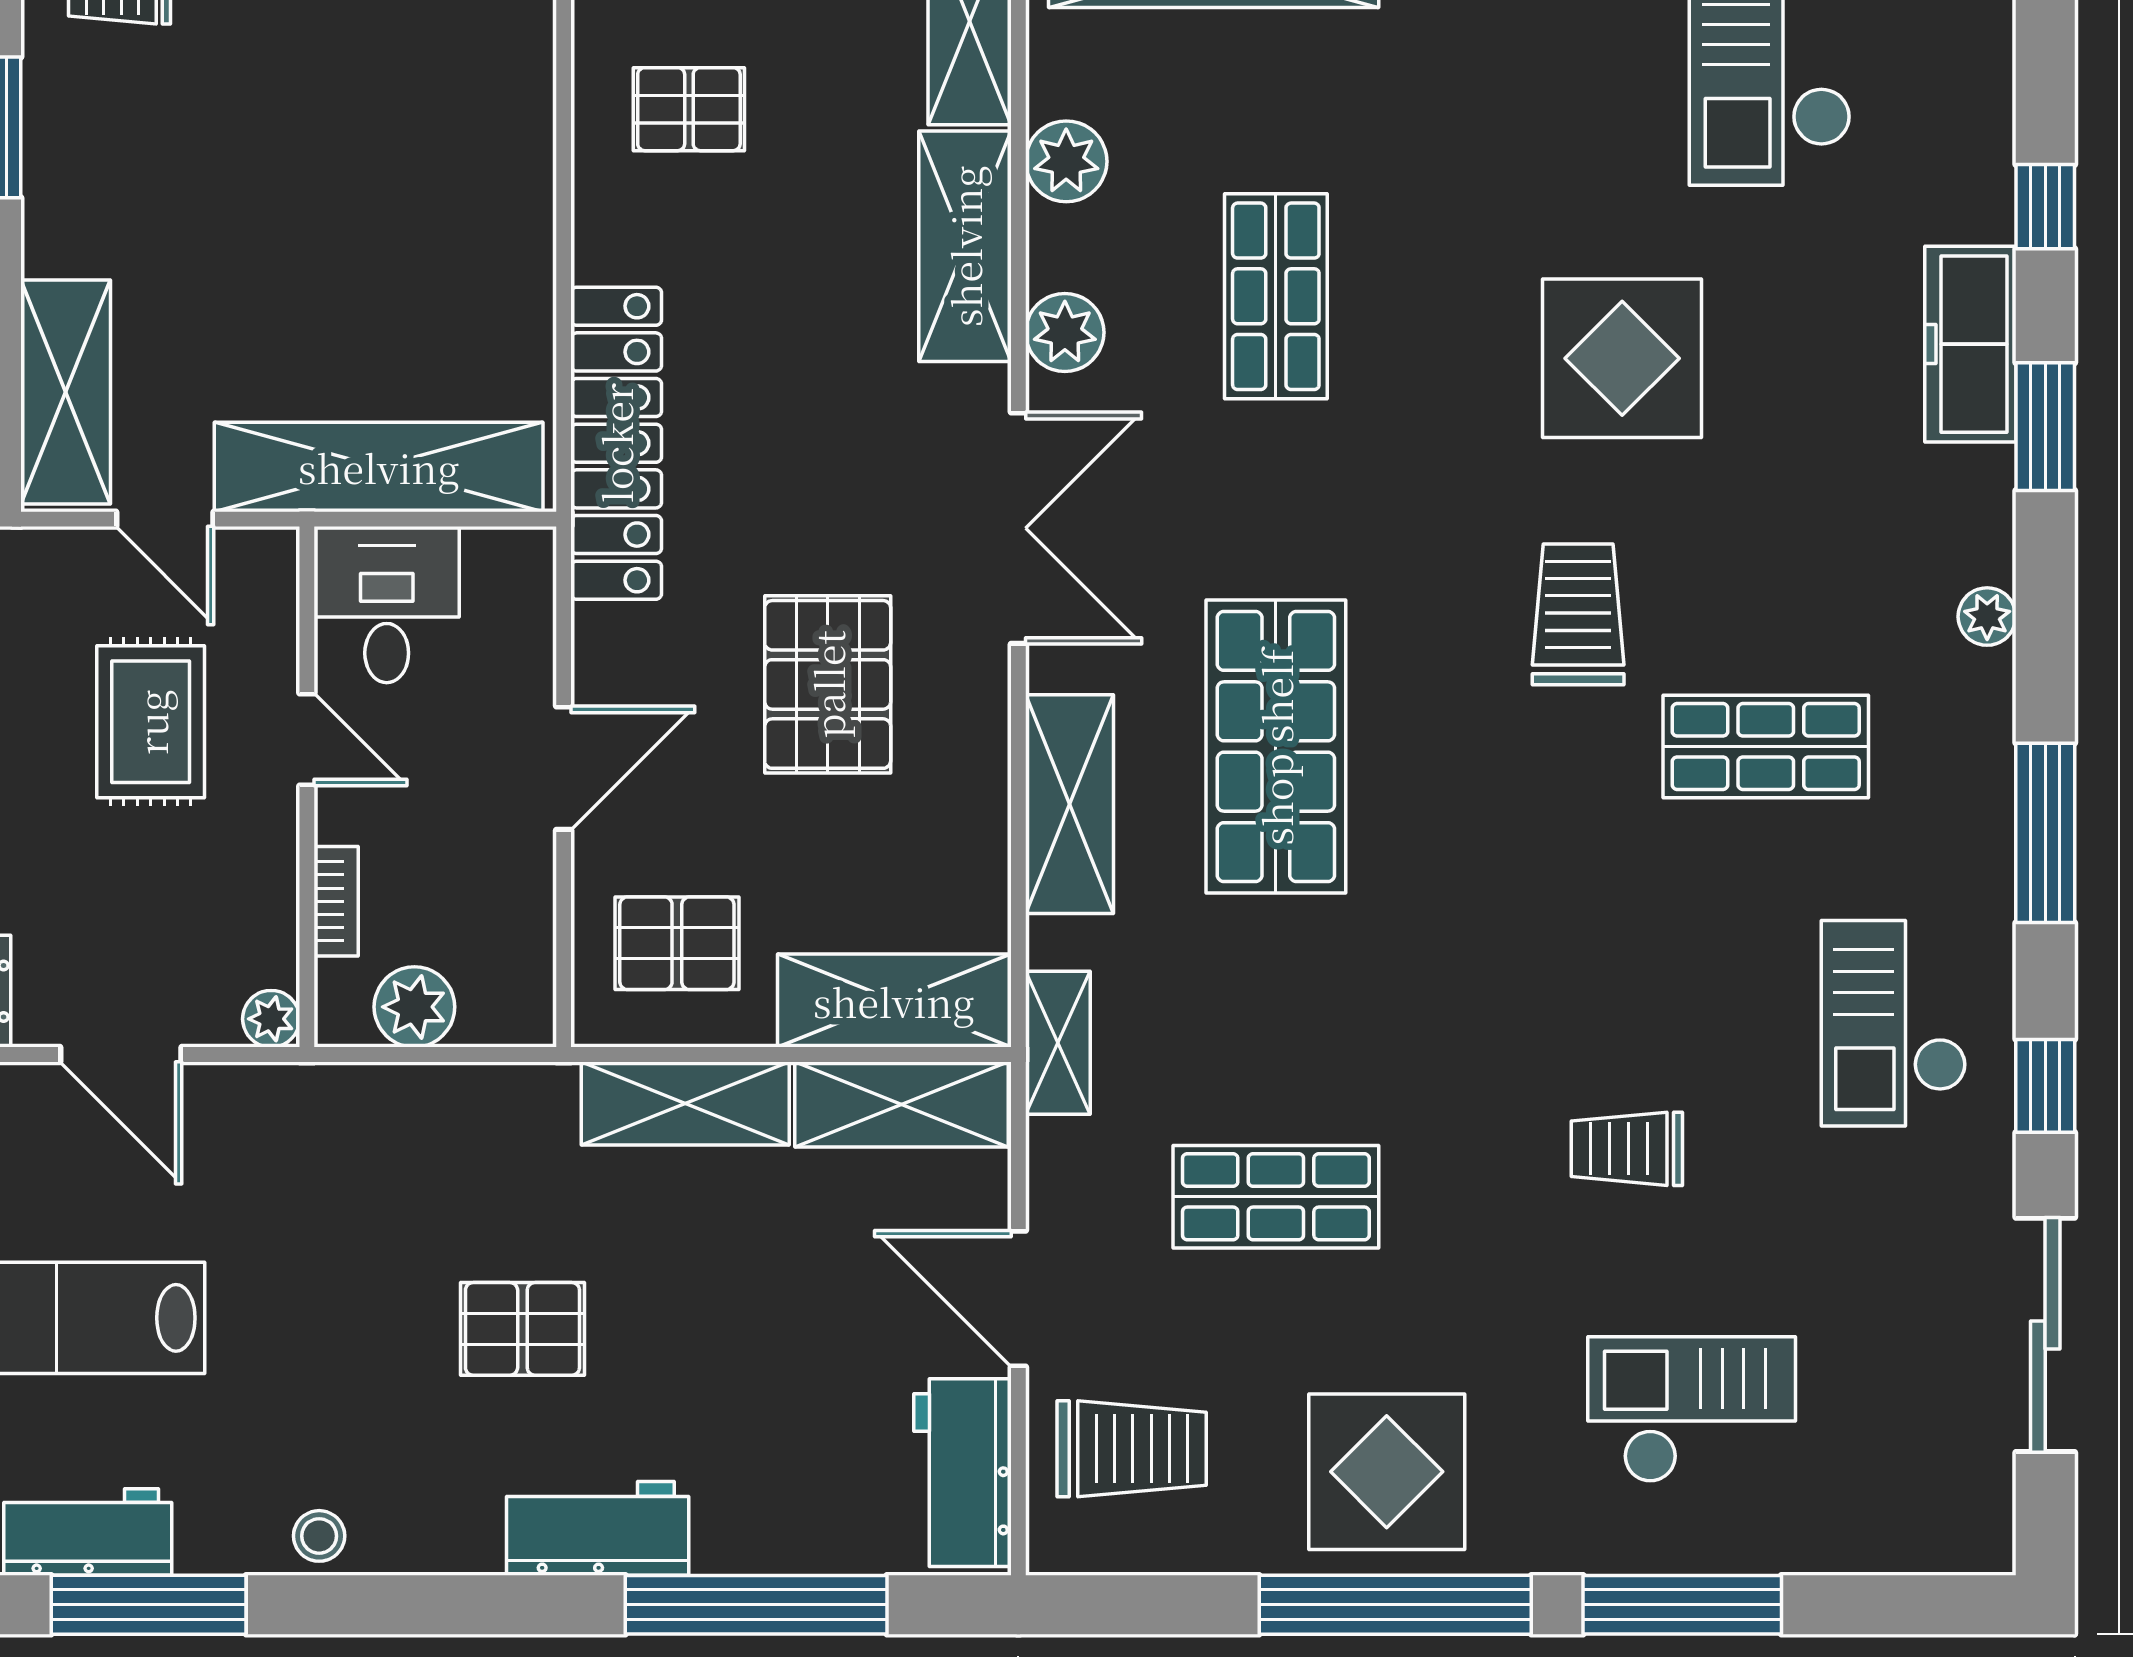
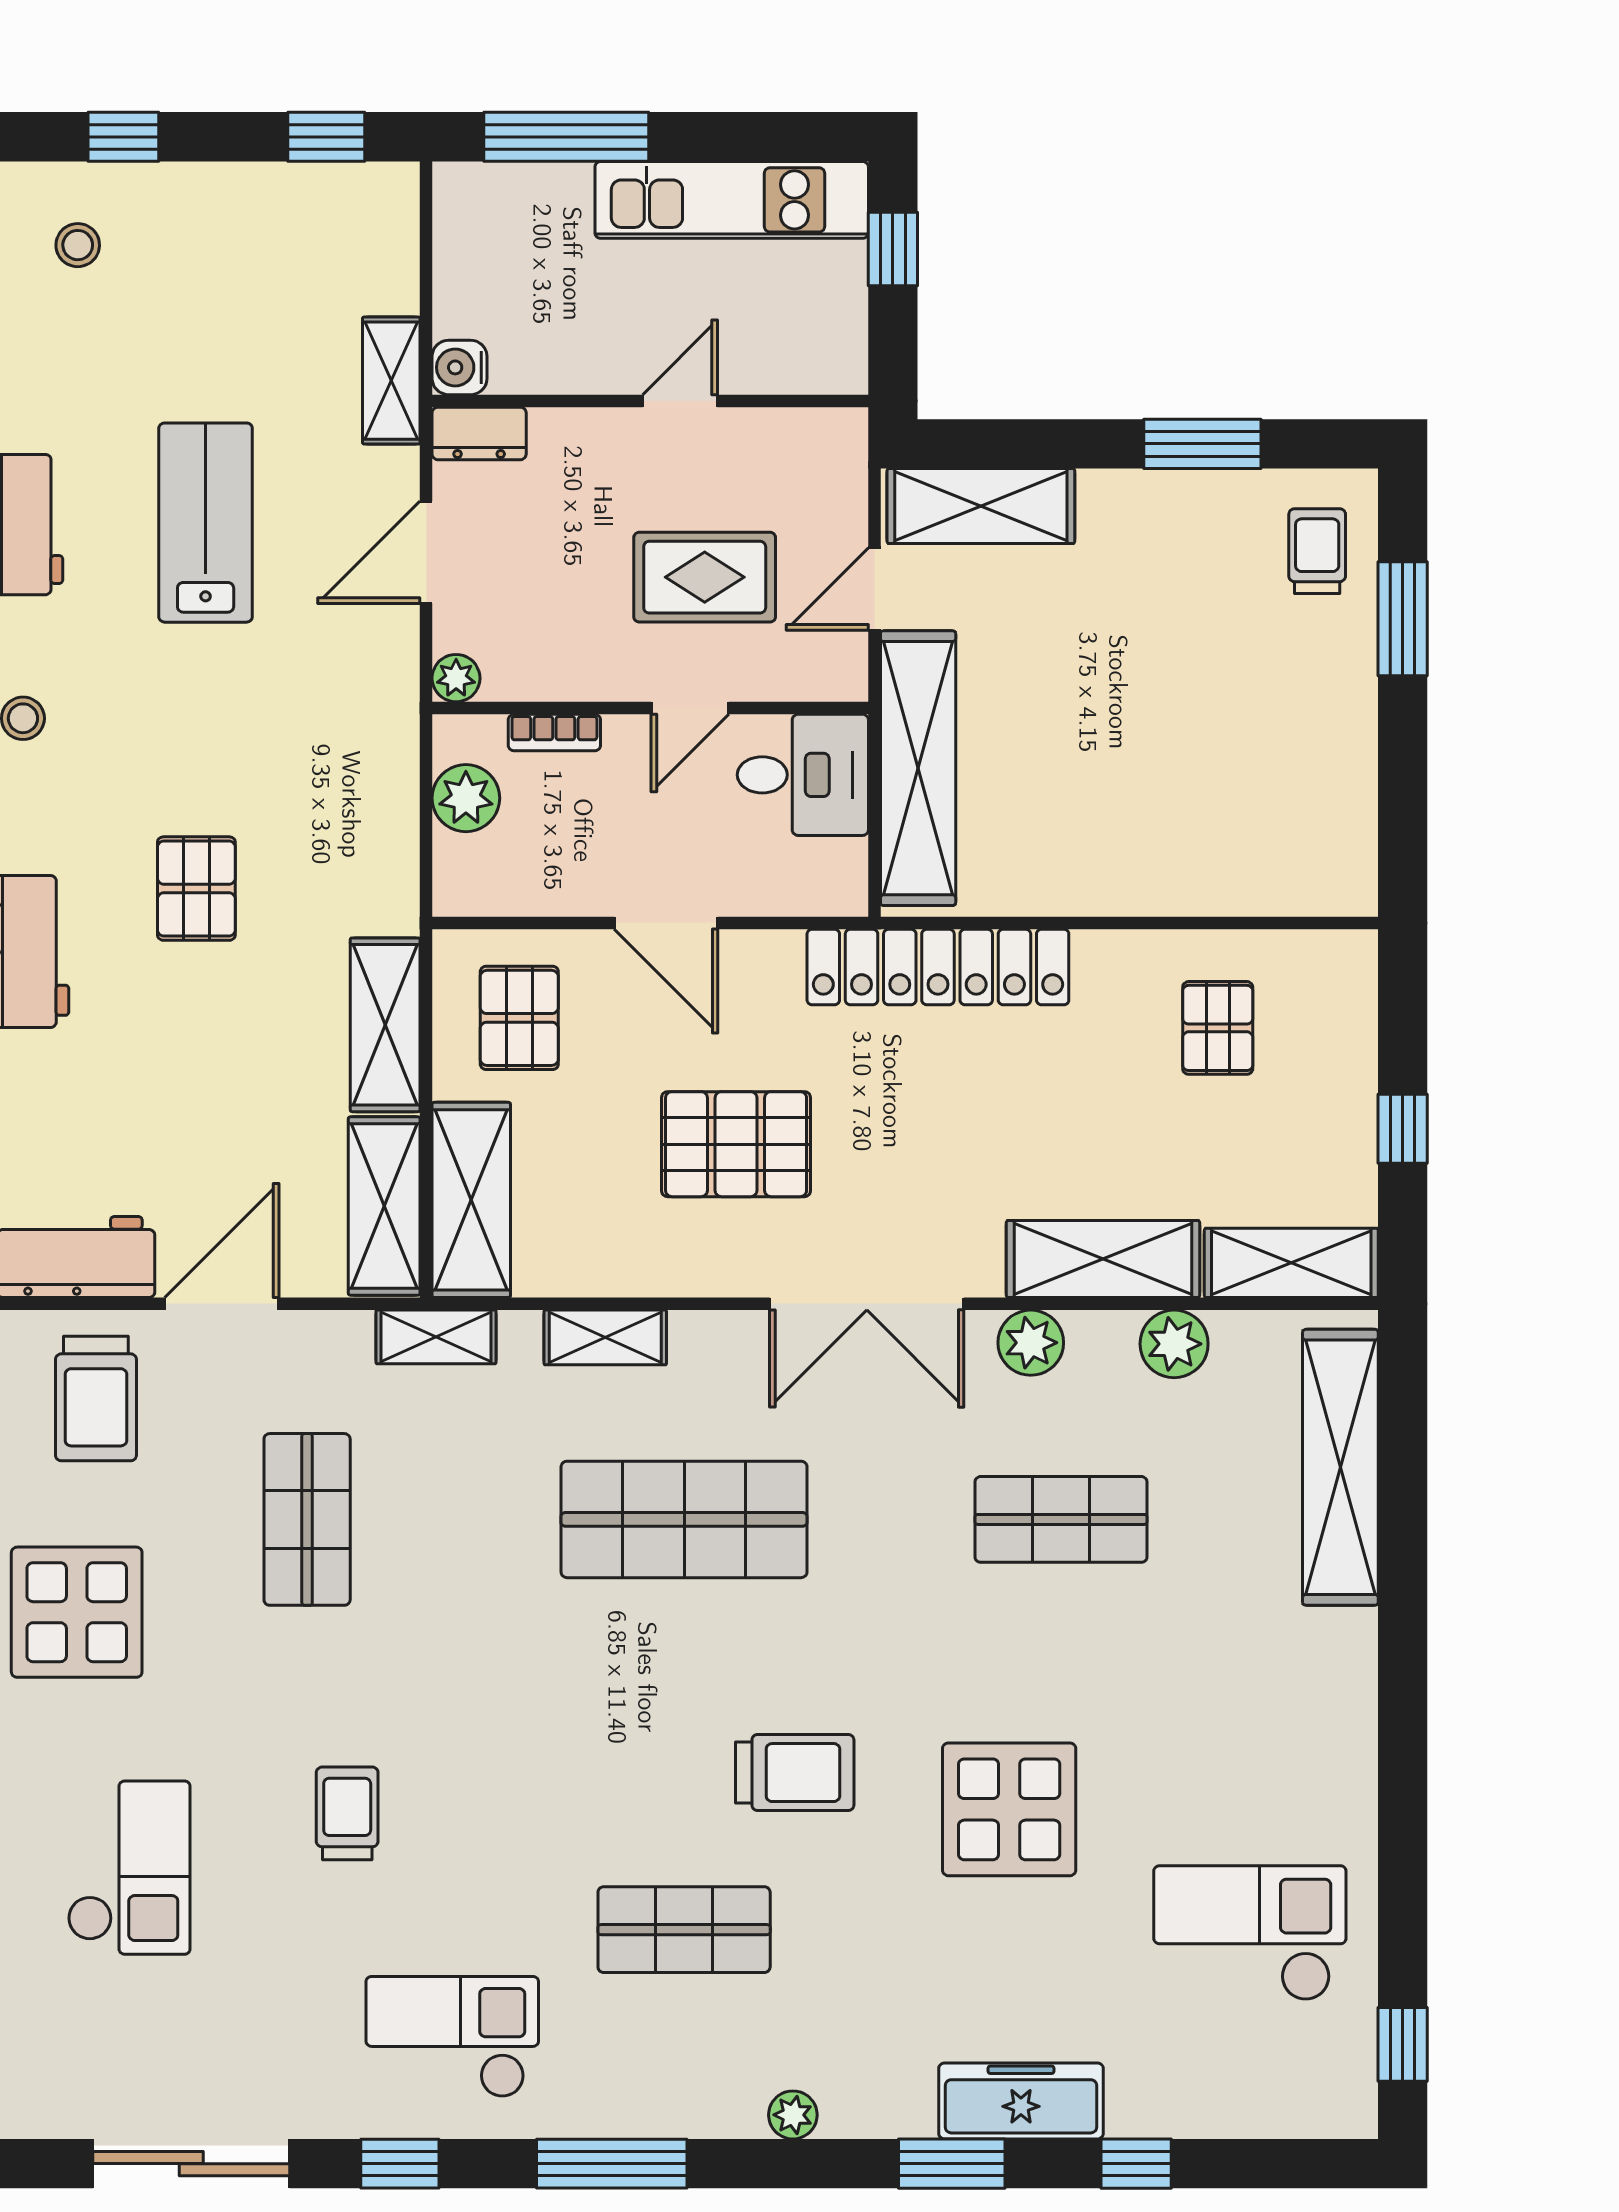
shop shelf: (1766, 747) -> (684, 1930), turned 90
shelving: (1069, 804) -> (605, 1337), width x0.67, depth x0.75

